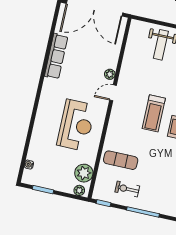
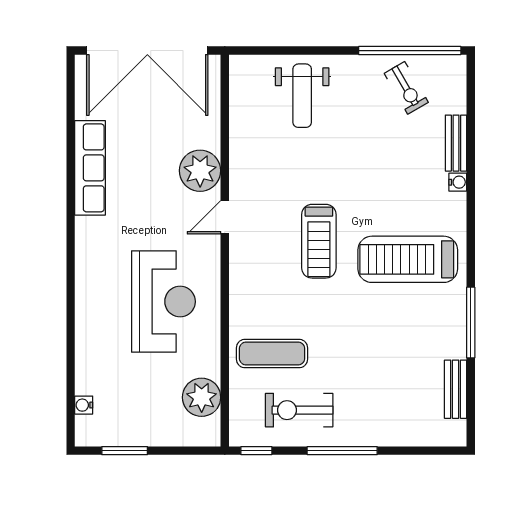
plant: (110, 74) -> (200, 171), width x1.88, depth x1.88
exercise bike: (127, 189) -> (299, 410), width x1.38, depth x1.39
plant: (79, 190) -> (200, 435), removed

